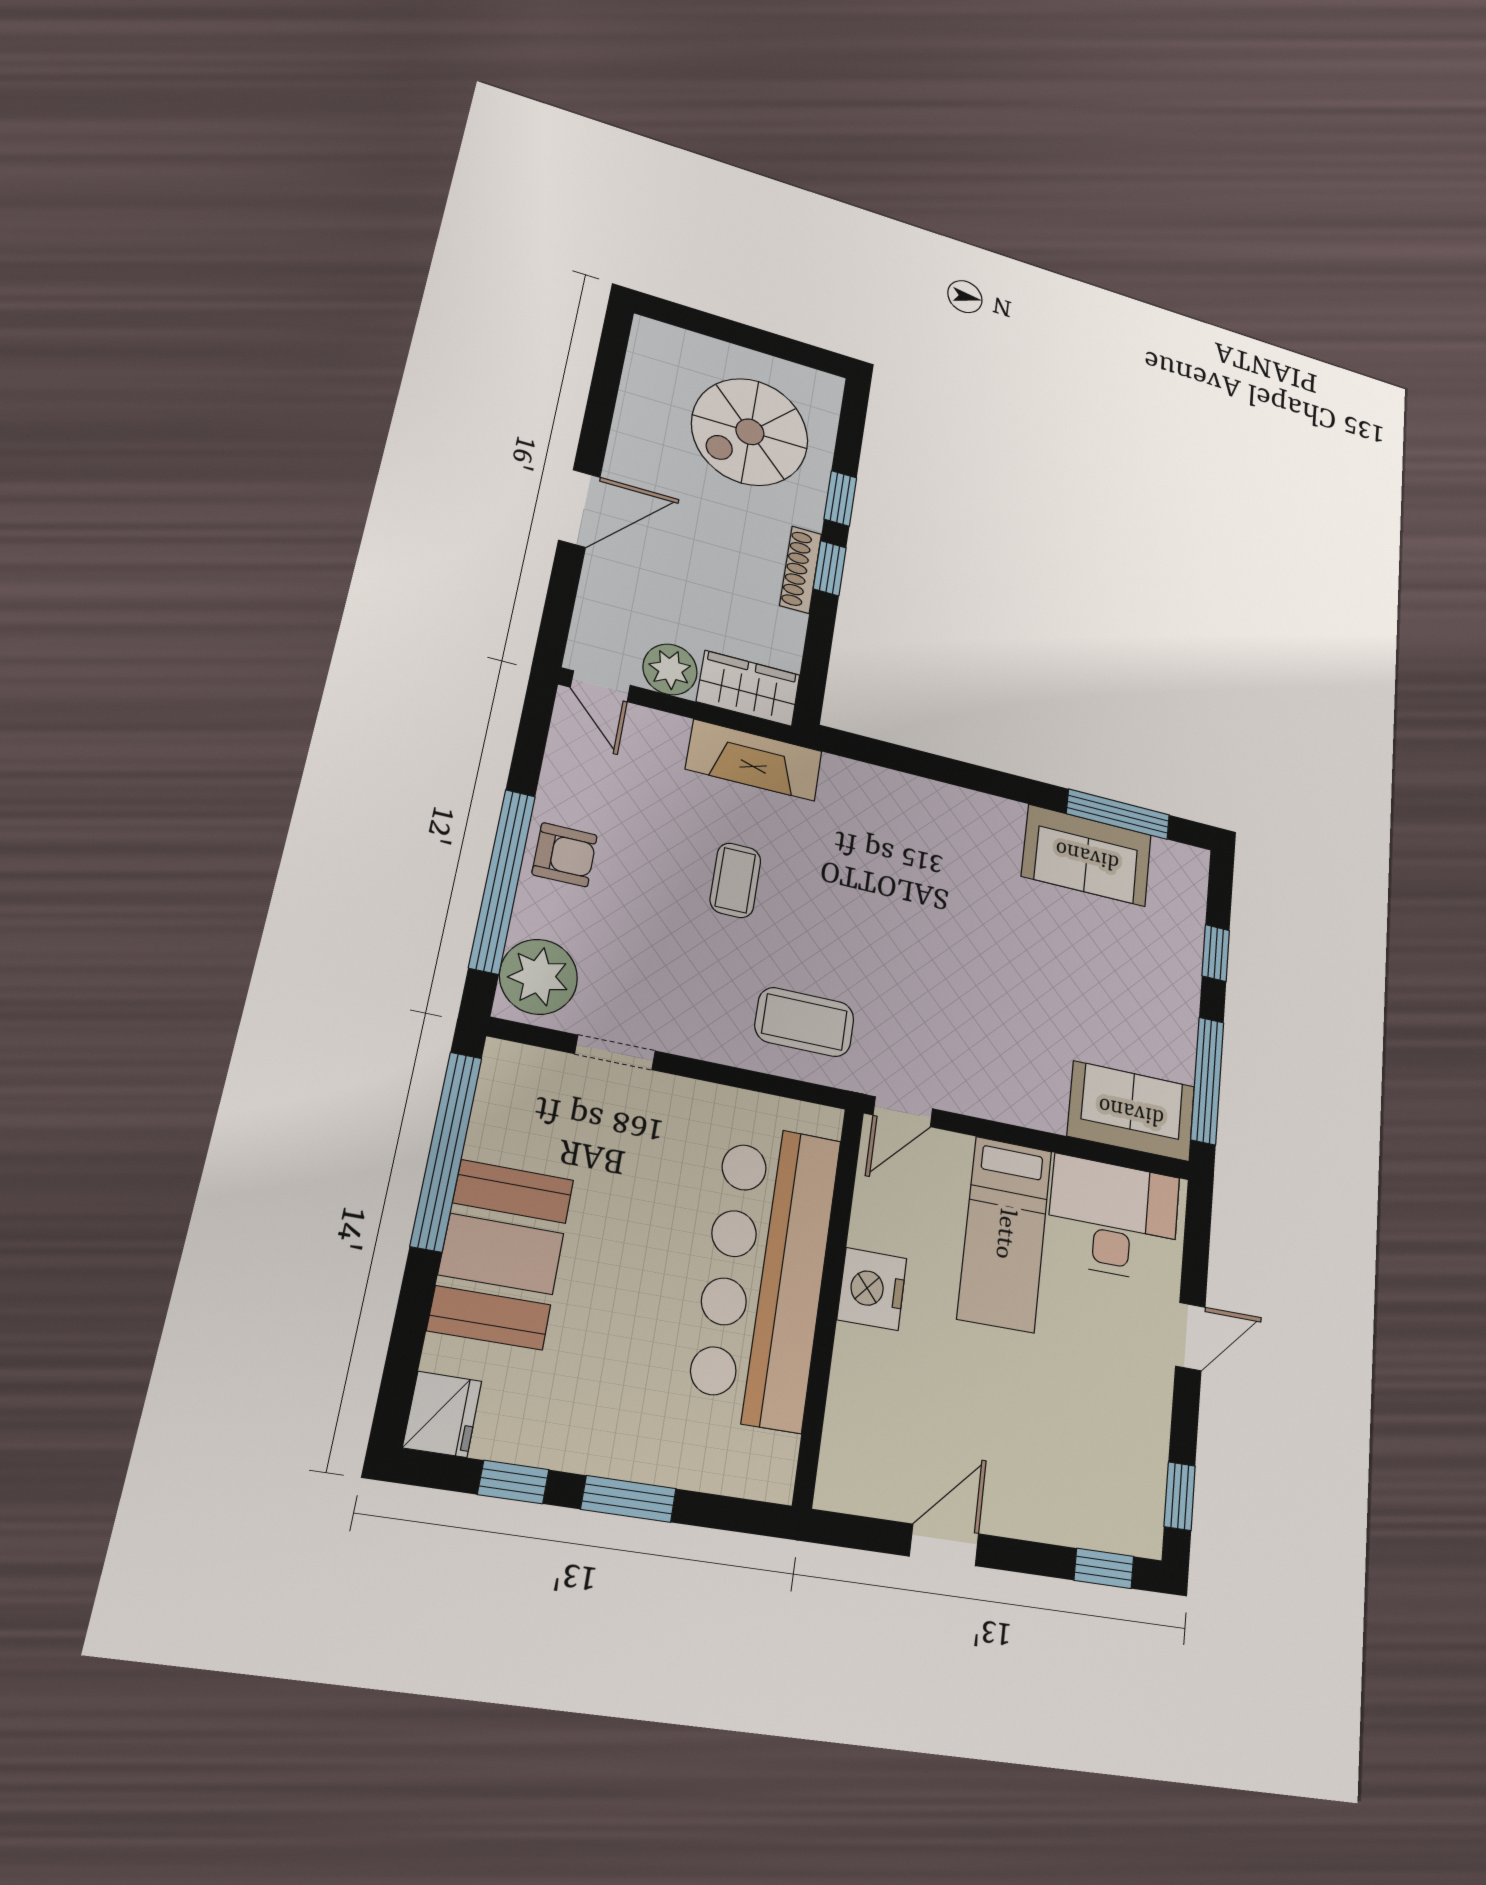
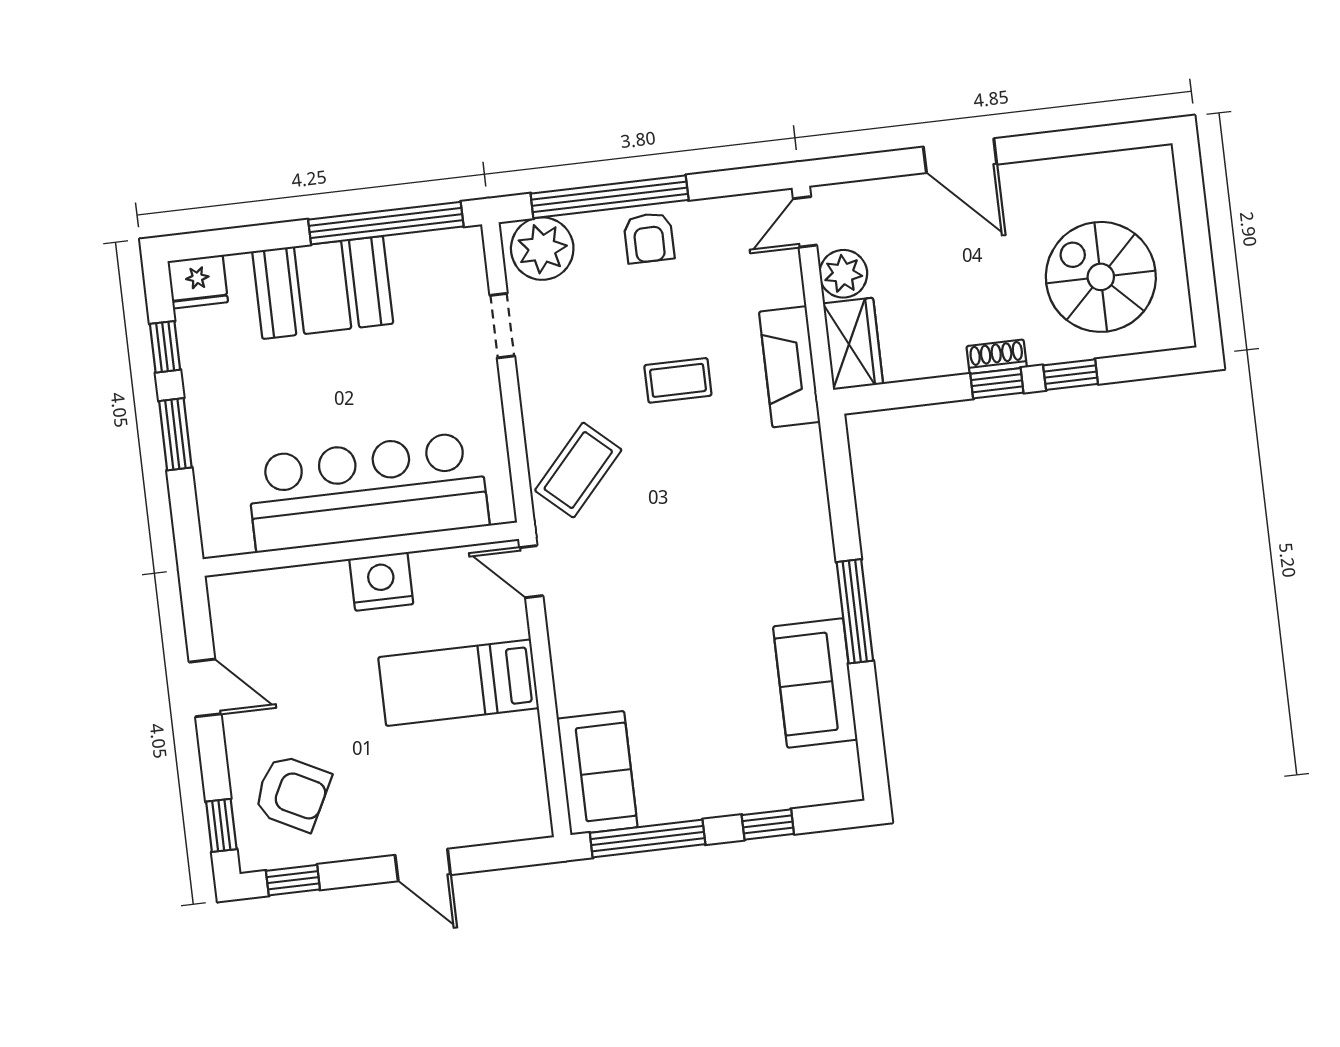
shoe rack: (801, 570) -> (997, 357), width x0.70
window: (1118, 814) -> (855, 611), moved
coffee table: (805, 1022) -> (578, 470), turned 42
desk: (1113, 1219) -> (500, 776), removed
armchair: (1085, 1469) -> (292, 793), added

